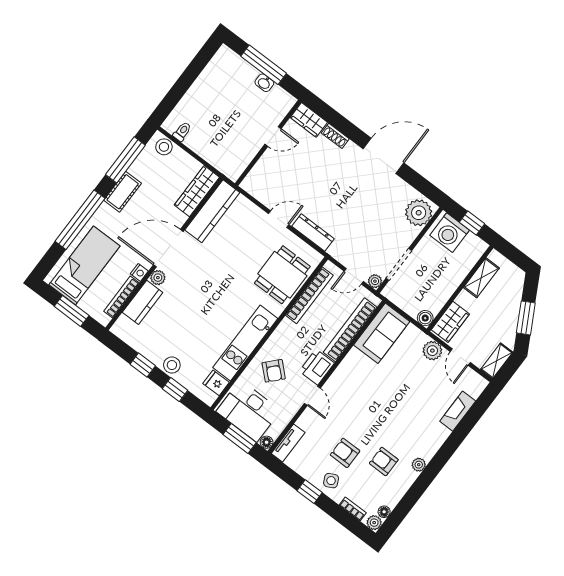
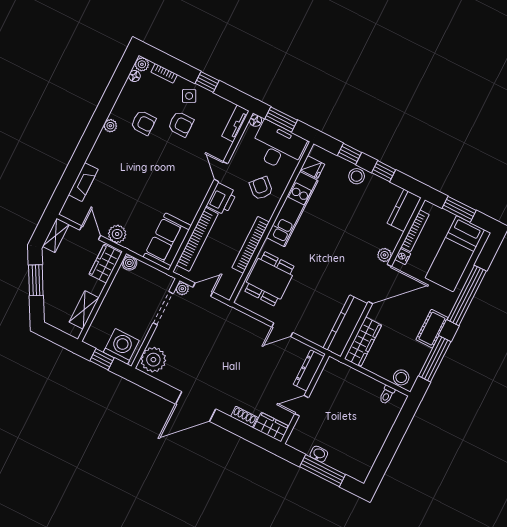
dresser: (313, 232) -> (309, 370), moved, turned 90
bookcase: (309, 295) -> (251, 245), moved
kitchen counter: (143, 302) -> (404, 210), moved

